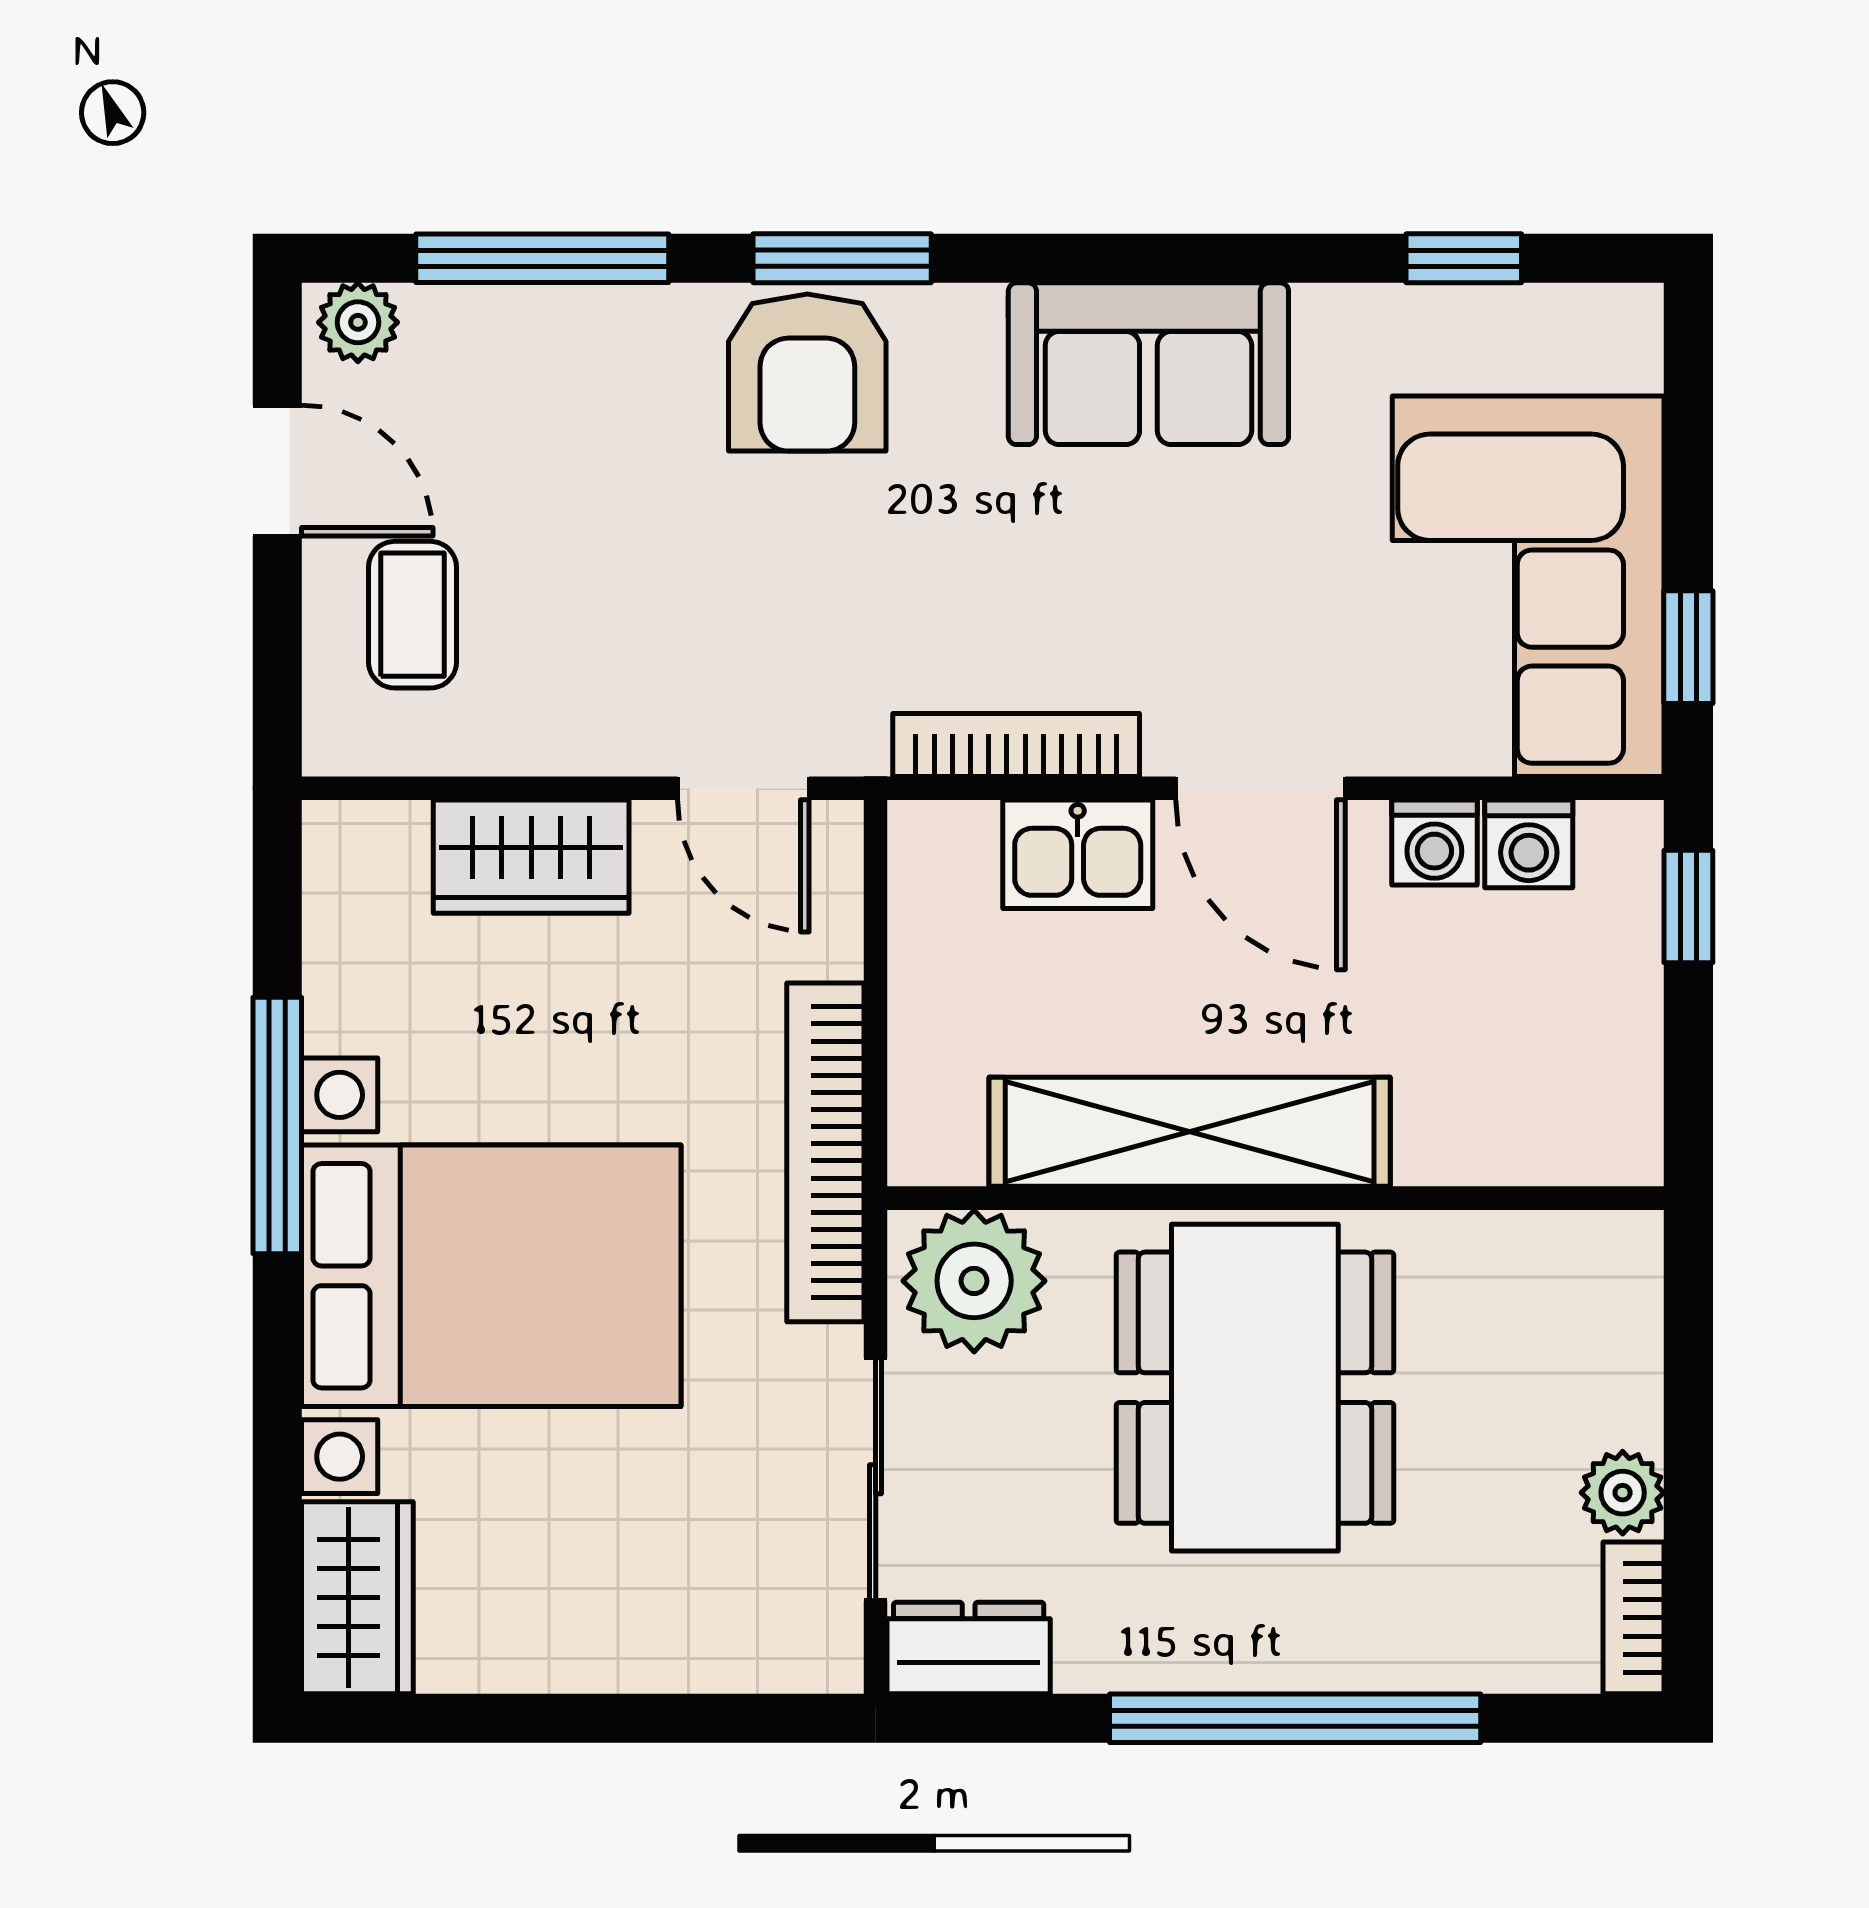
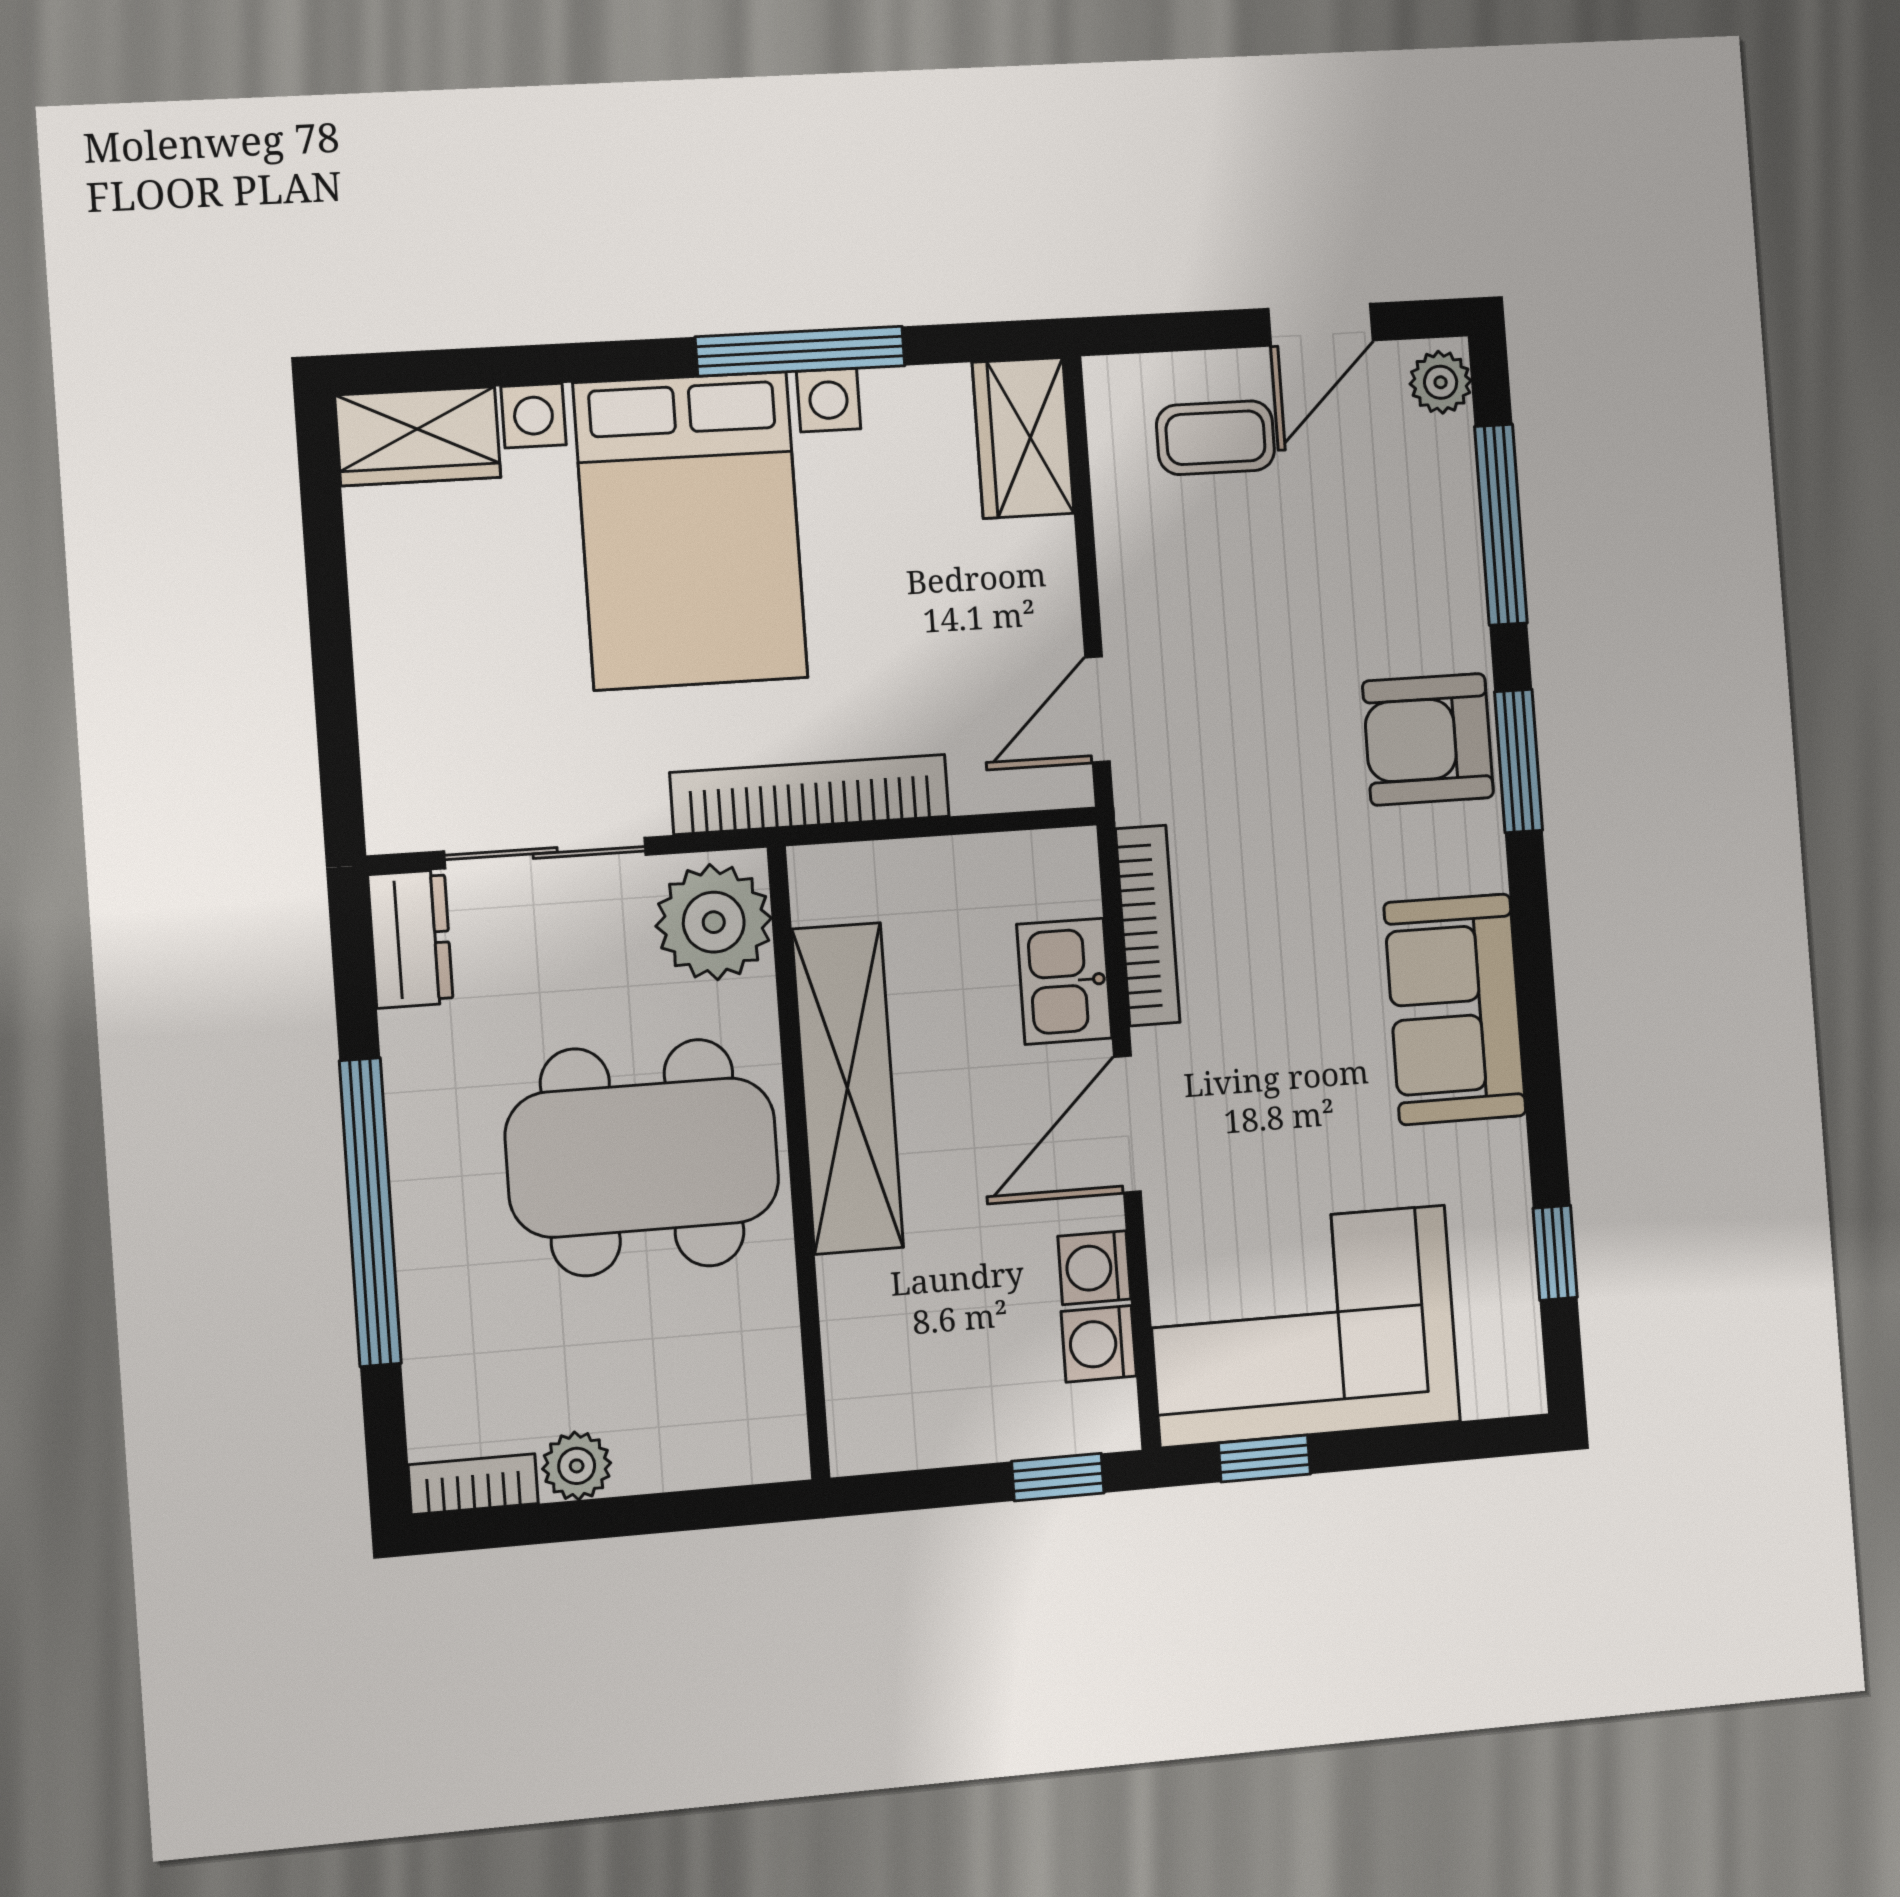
wardrobe: (531, 857) -> (1023, 438), moved

